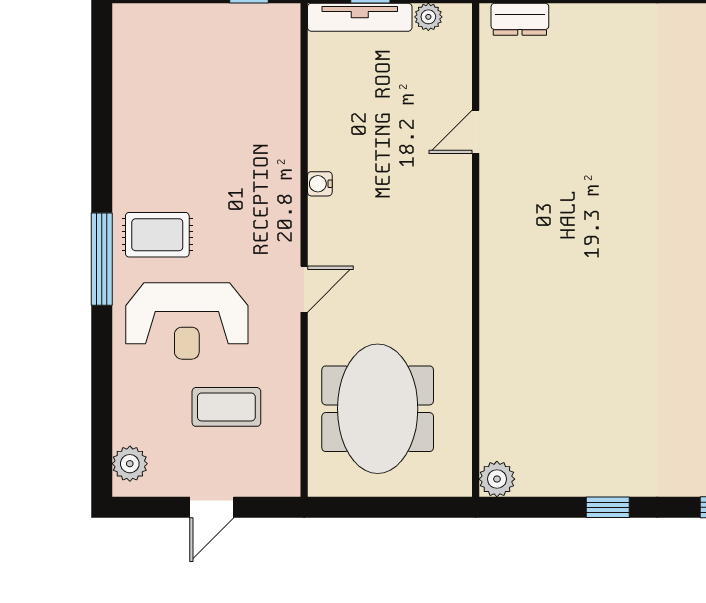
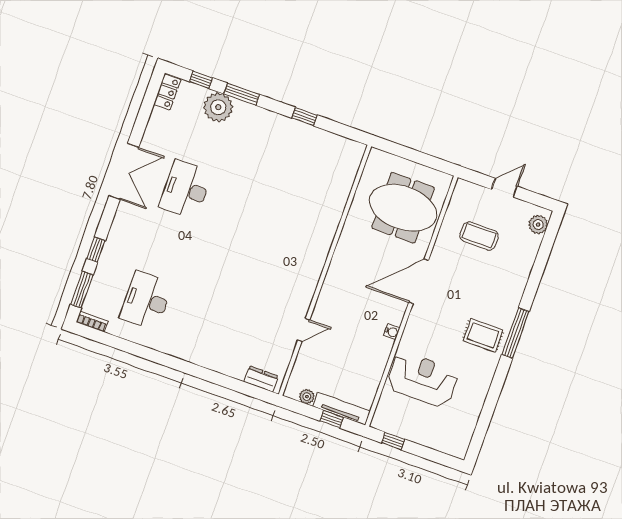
door: (304, 289) -> (419, 281), width x1.88
reception desk: (187, 321) -> (422, 379), moved
meeting table: (378, 409) -> (403, 208), turned 90
plant: (497, 479) -> (355, 151), removed

